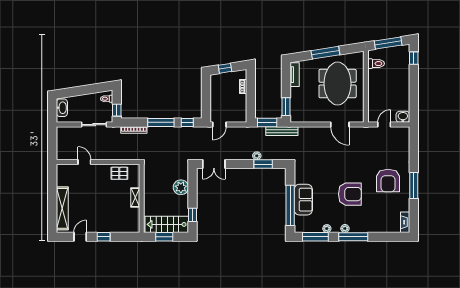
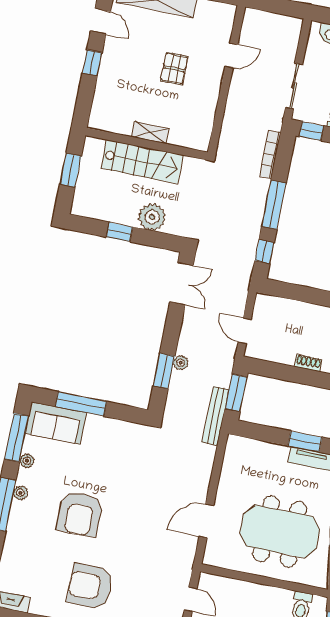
window: (286, 107) -> (305, 441), moved
door: (219, 125) -> (245, 331), moved
double door: (214, 164) -> (181, 284), swing flipped
pallet: (119, 173) -> (174, 69), moved
sofa: (303, 200) -> (56, 423), moved
window: (290, 205) -> (81, 404), width x0.68
window: (193, 215) -> (119, 232), moved
stairs: (167, 224) -> (142, 162), moved, turned 90

